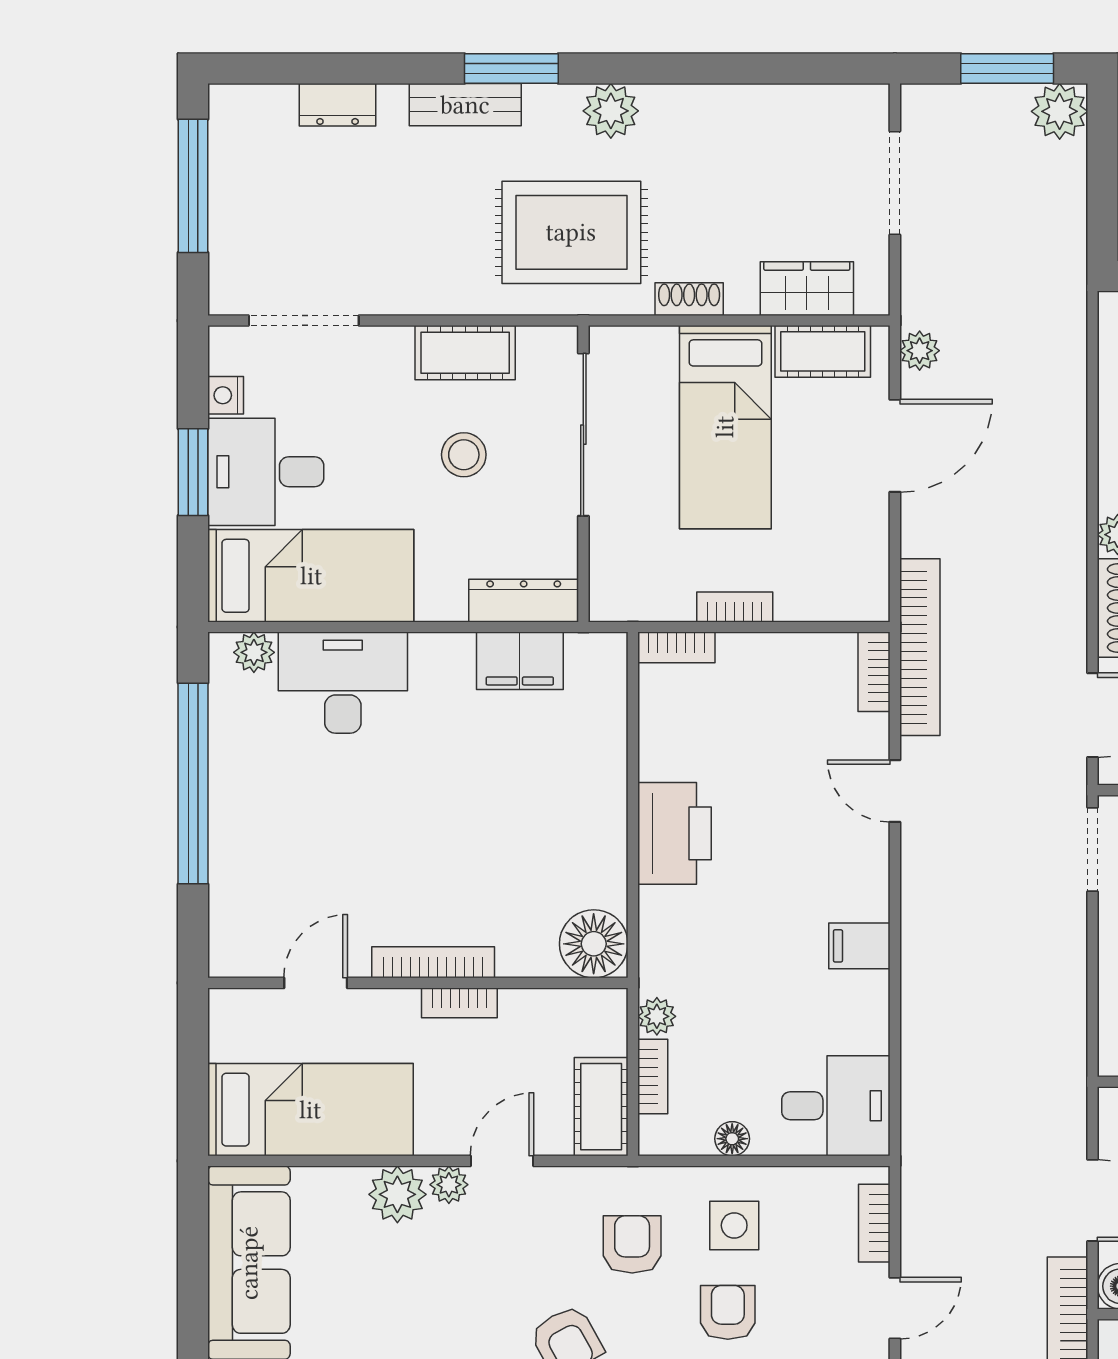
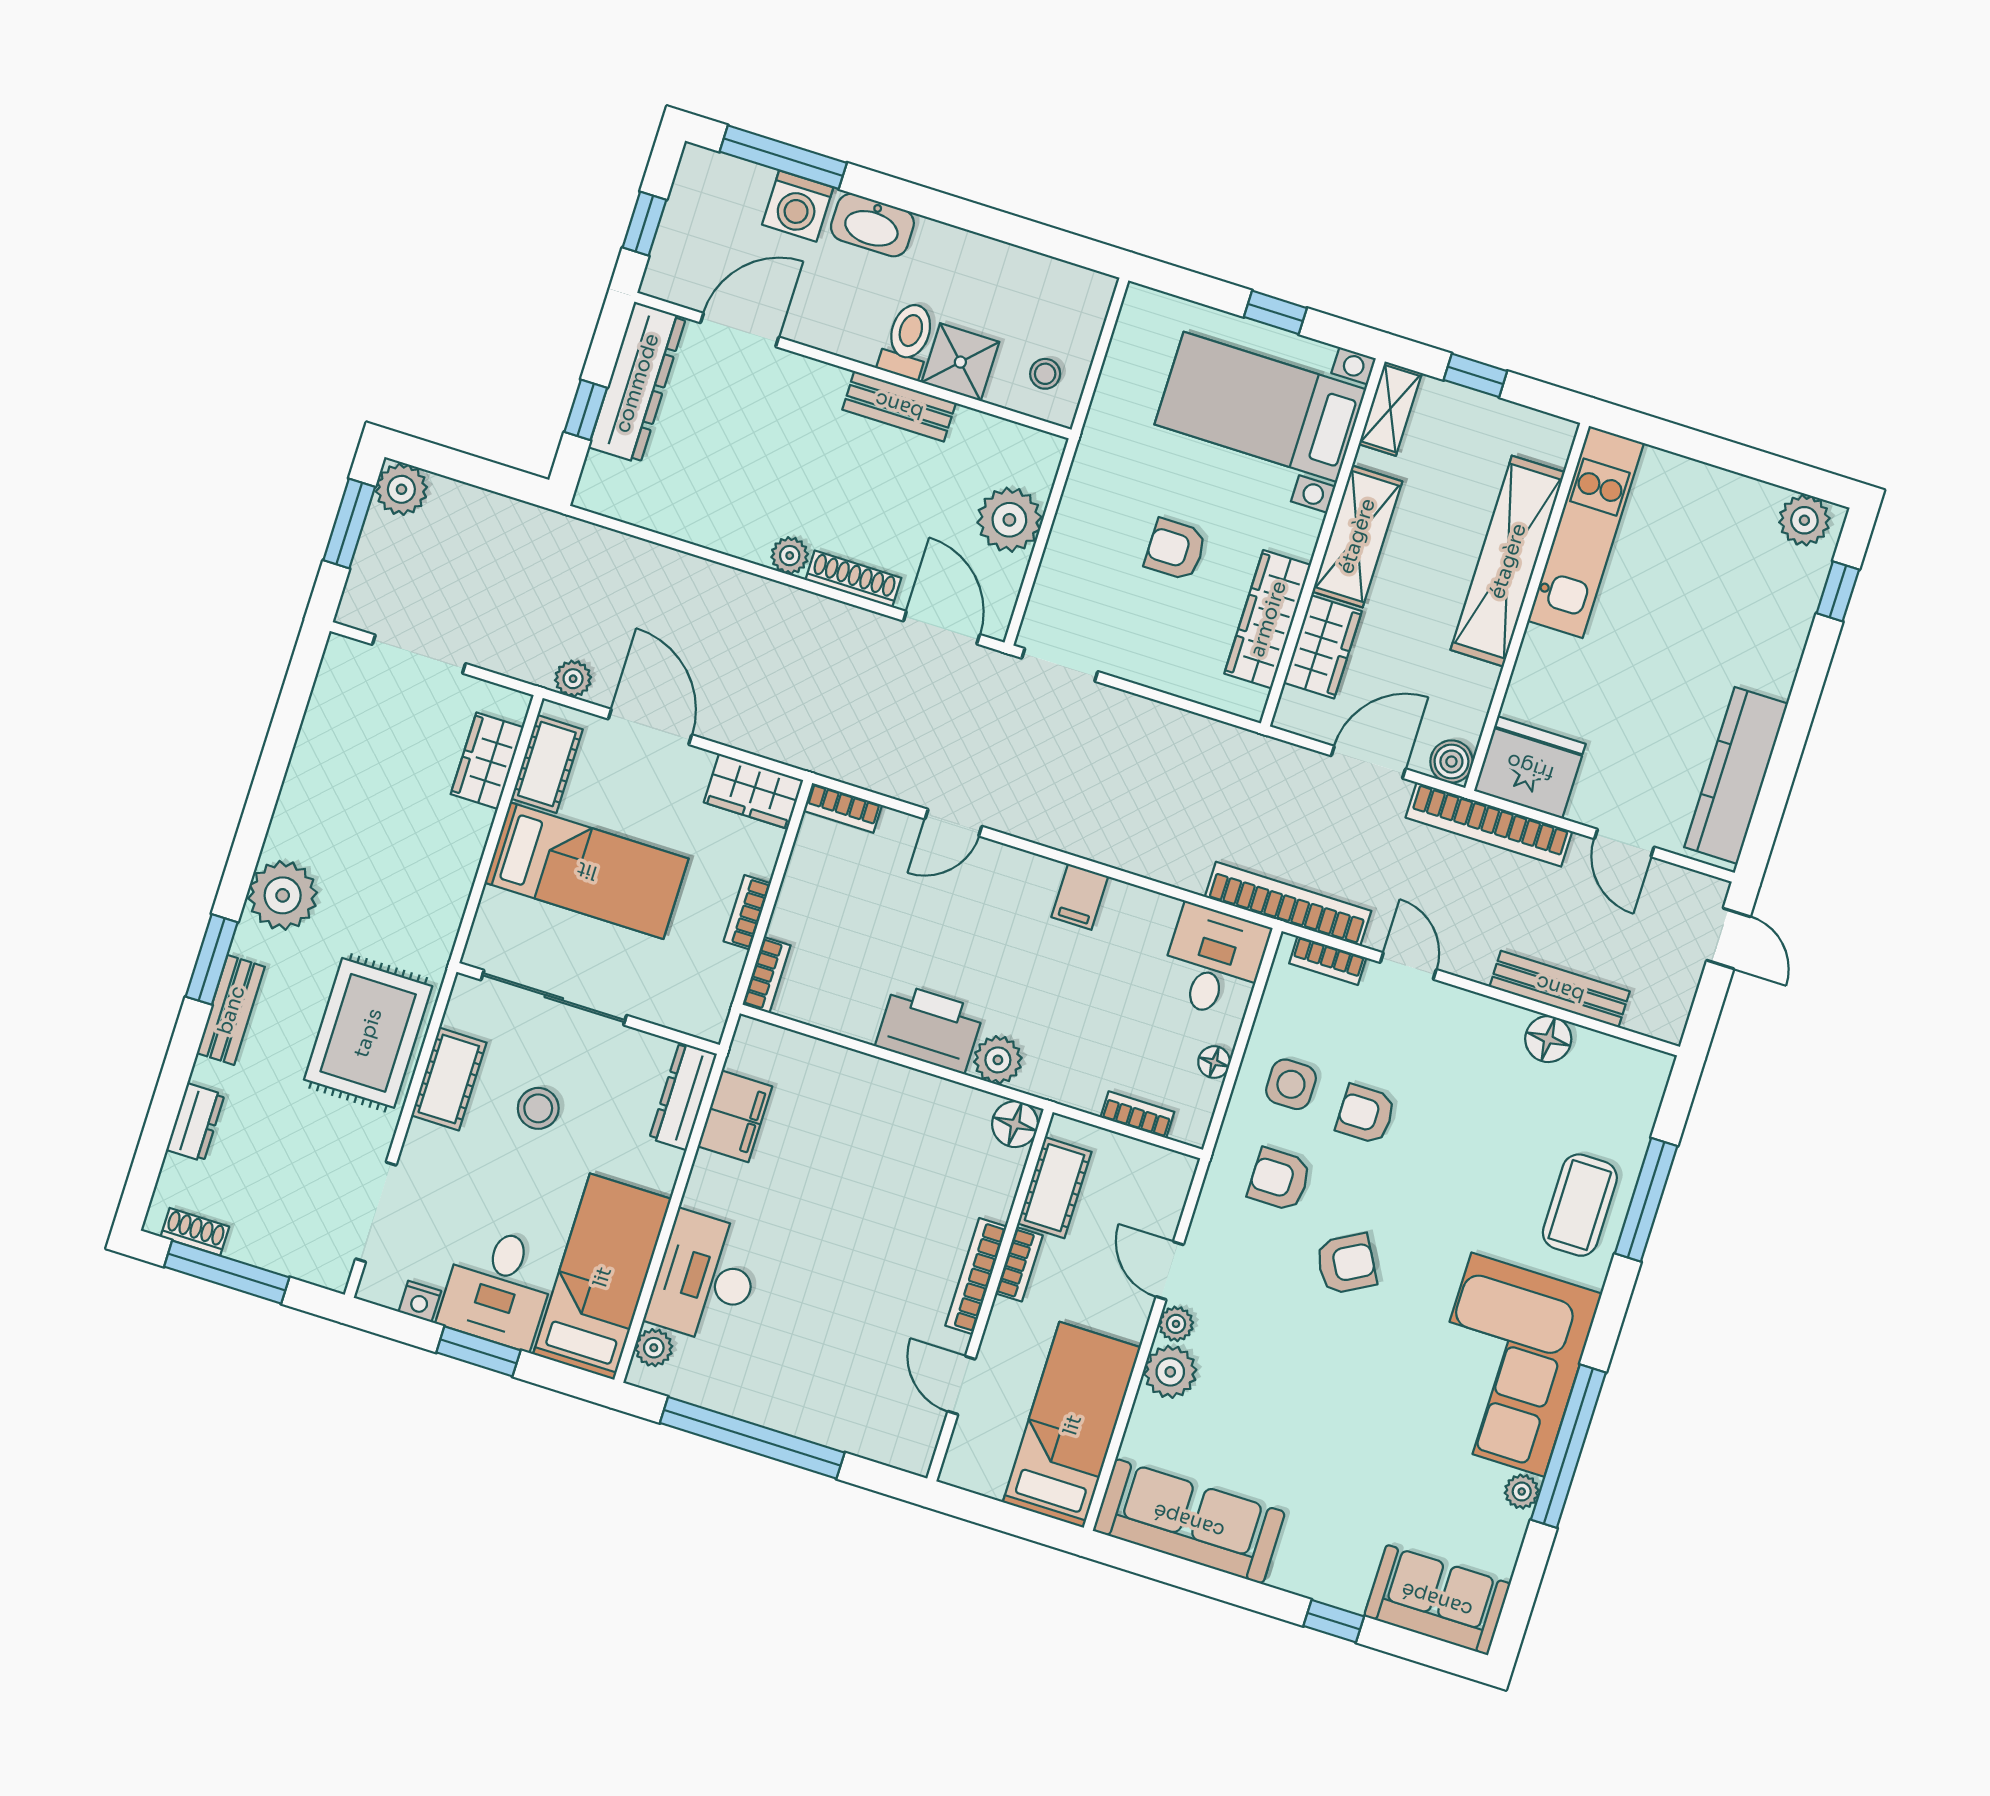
plant: (611, 111) -> (283, 895), width x1.36, depth x1.36
rug: (571, 232) -> (368, 1033), moved
shoe rack: (689, 299) -> (195, 1232), moved, turned 90
wardrobe: (862, 574) -> (754, 791), added
bookcase: (920, 647) -> (1288, 904), moved
floor lamp: (594, 944) -> (1015, 1124), width x0.73, depth x0.73
plant: (657, 1016) -> (998, 1060), moved, width x1.38, depth x1.38
cot: (601, 1107) -> (1055, 1188), moved, turned 90

